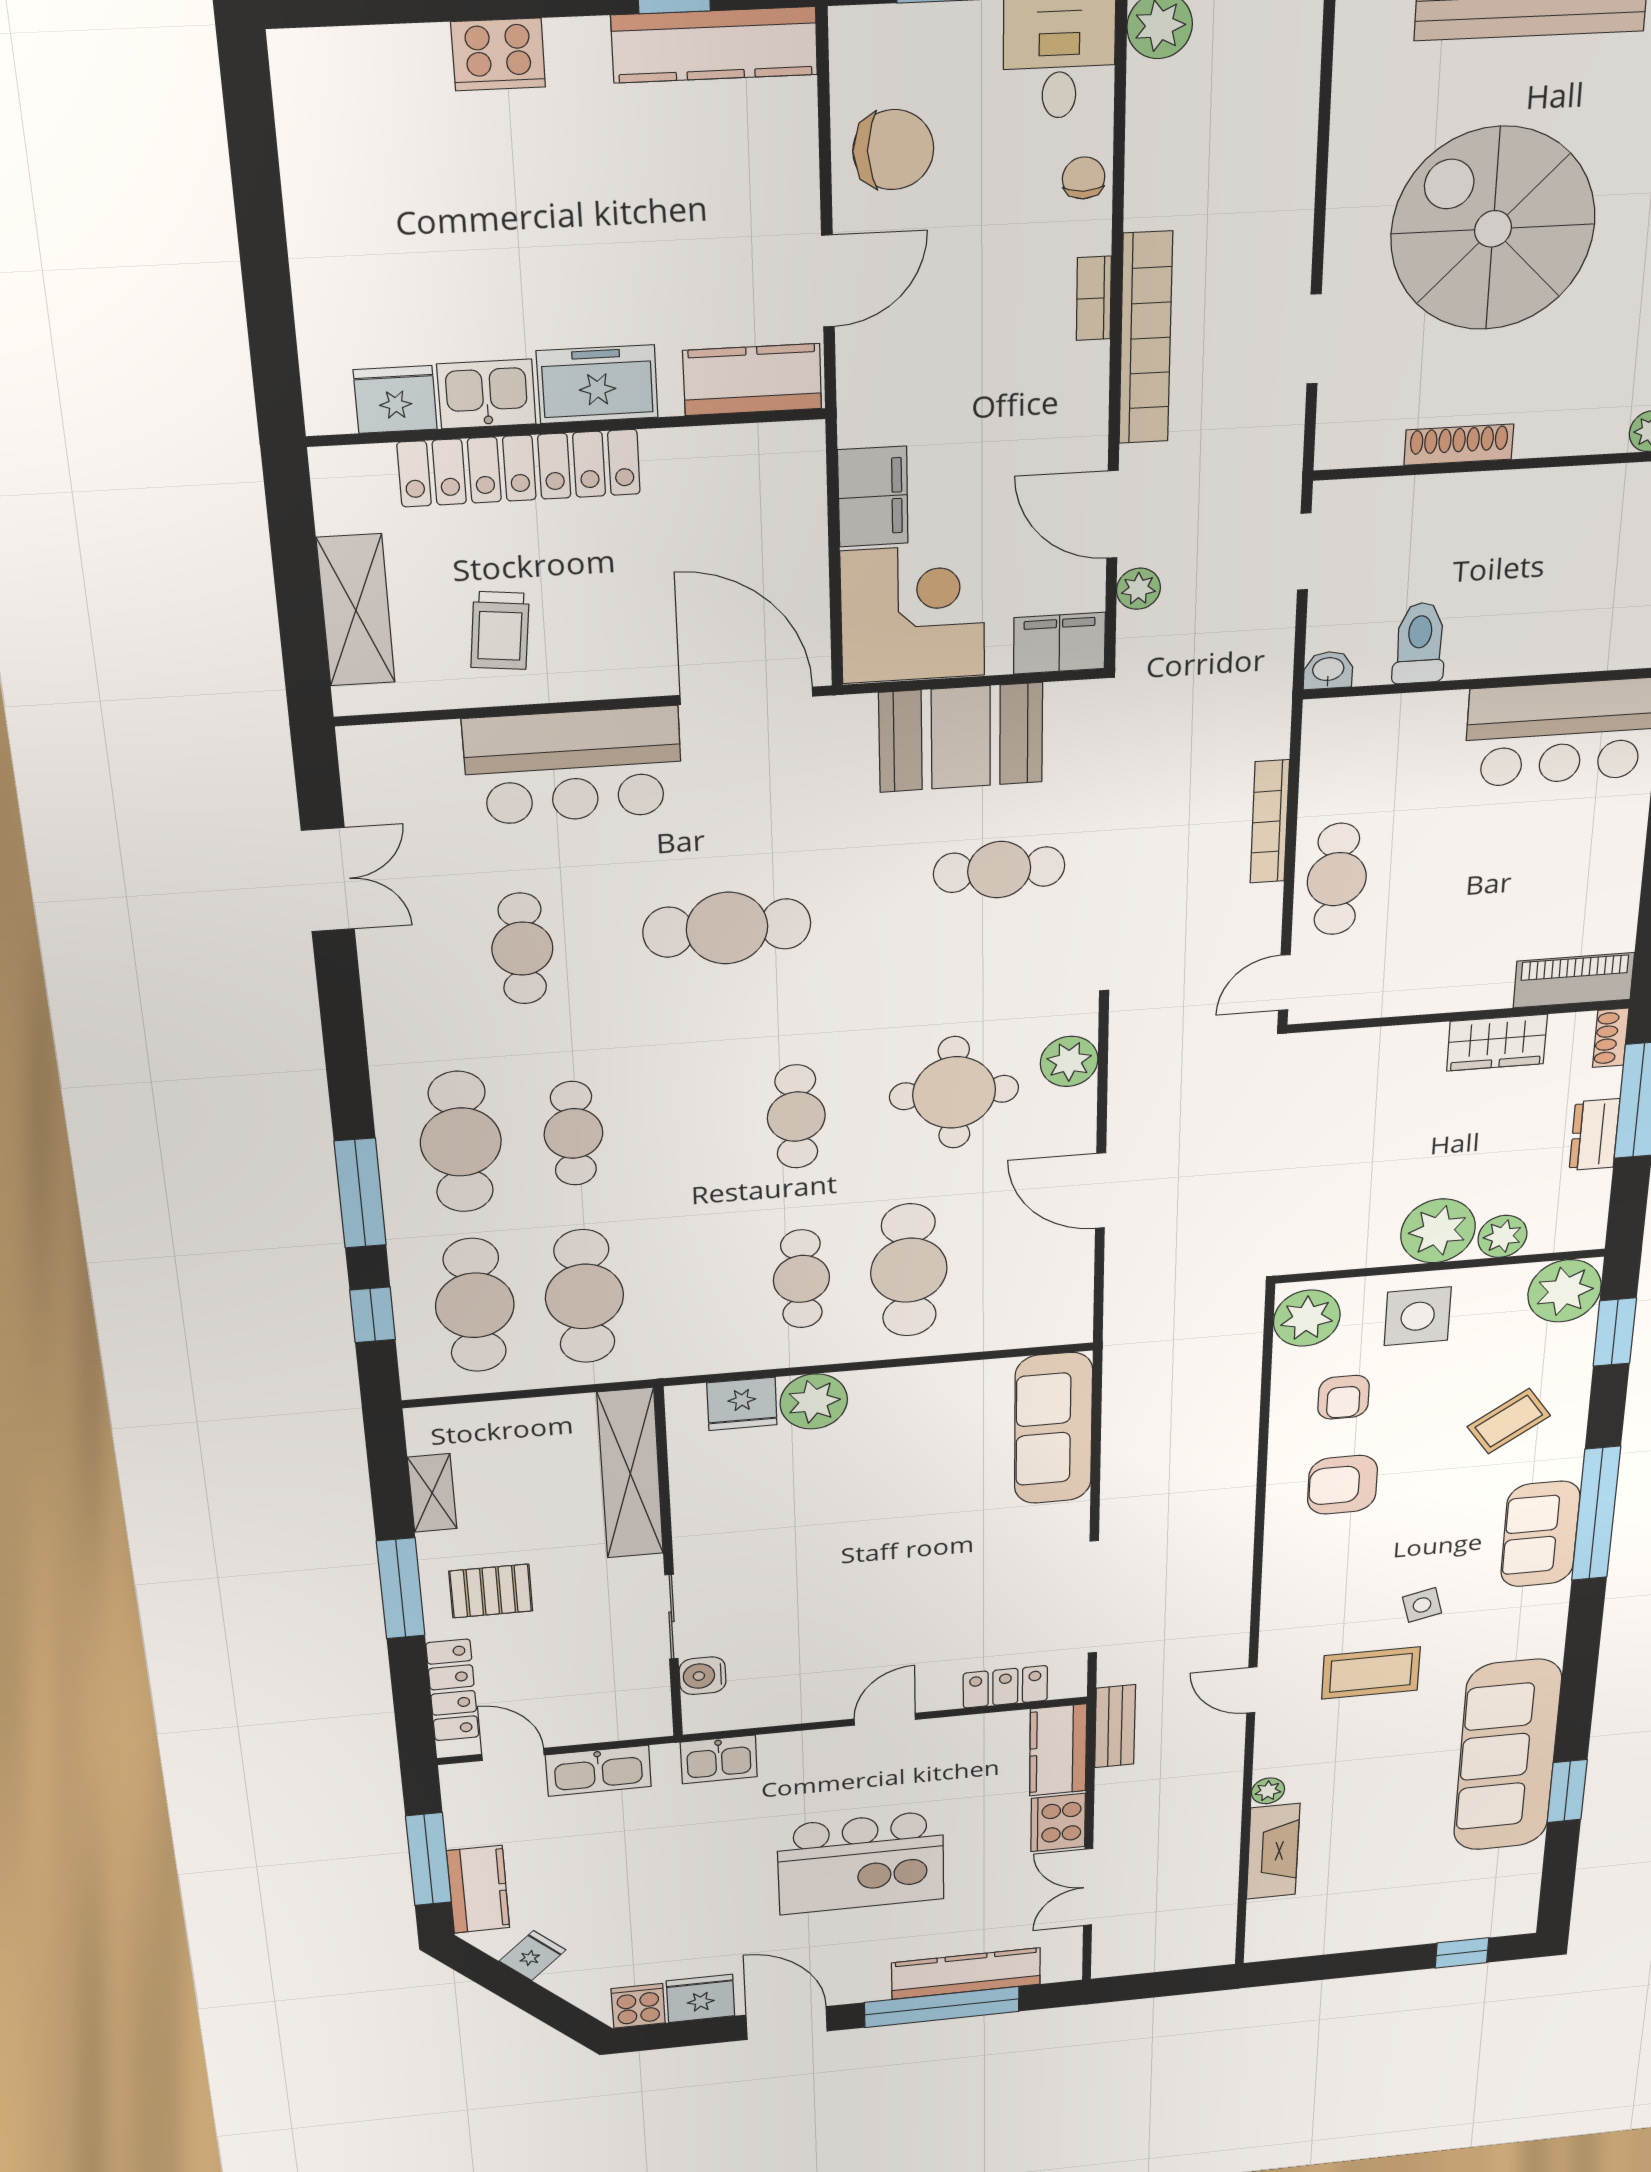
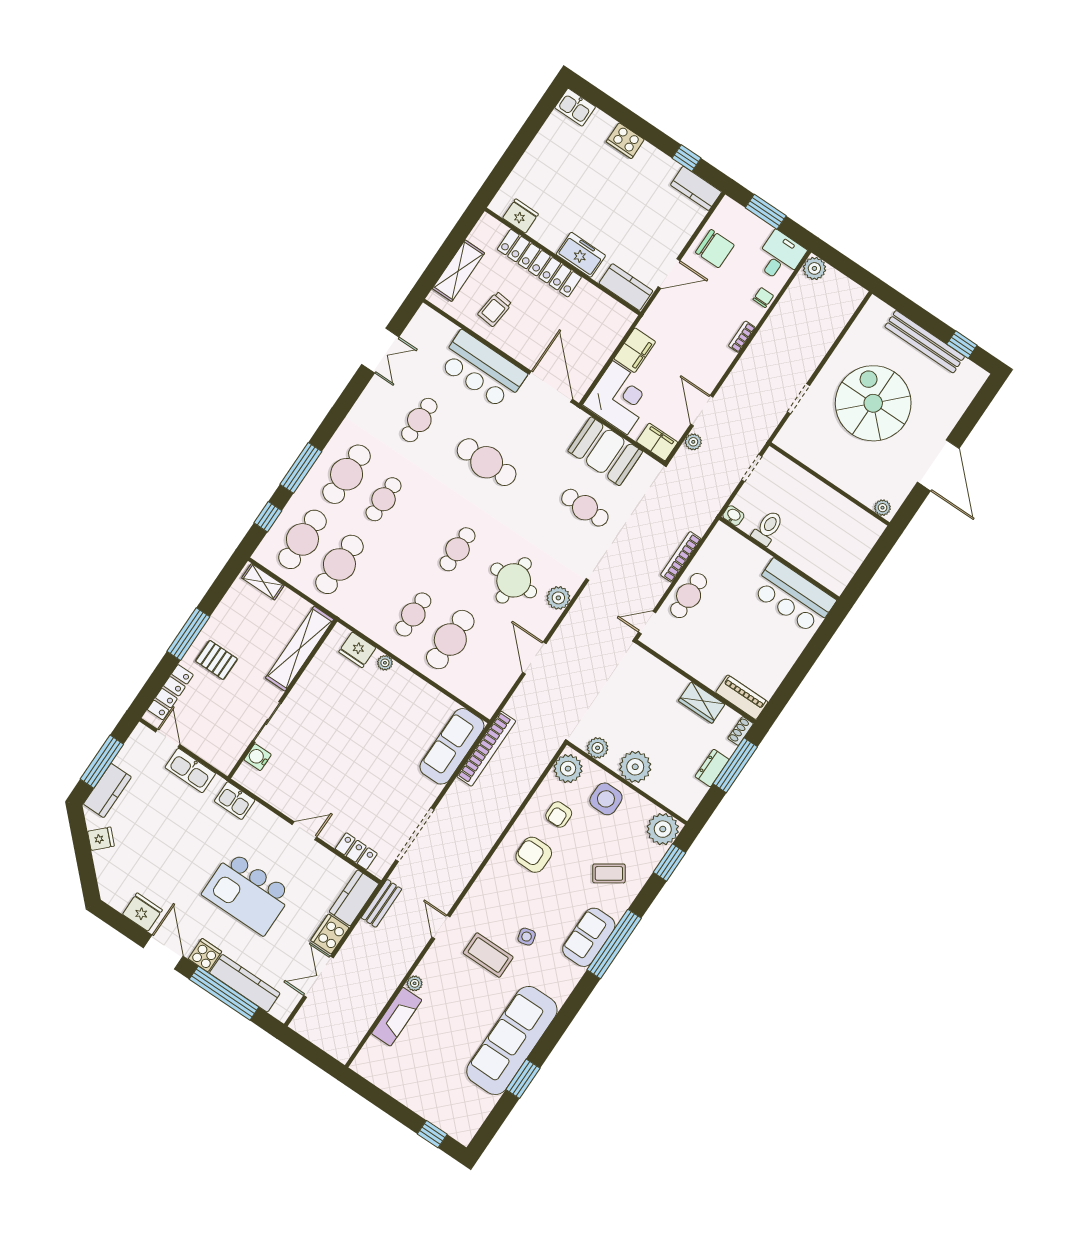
kitchen counter: (715, 45) -> (696, 188), width x0.67
bookcase: (1146, 338) -> (486, 749), moved
kitchen sink: (487, 394) -> (575, 107), moved, turned 180
shoe rack: (1459, 445) -> (821, 467), removed
plant: (1502, 1236) -> (598, 748), moved
plant: (814, 1401) -> (385, 663), width x0.53, depth x0.53
shelving: (432, 1493) -> (263, 582), moved, turned 90
cooker: (638, 2006) -> (205, 955), moved

